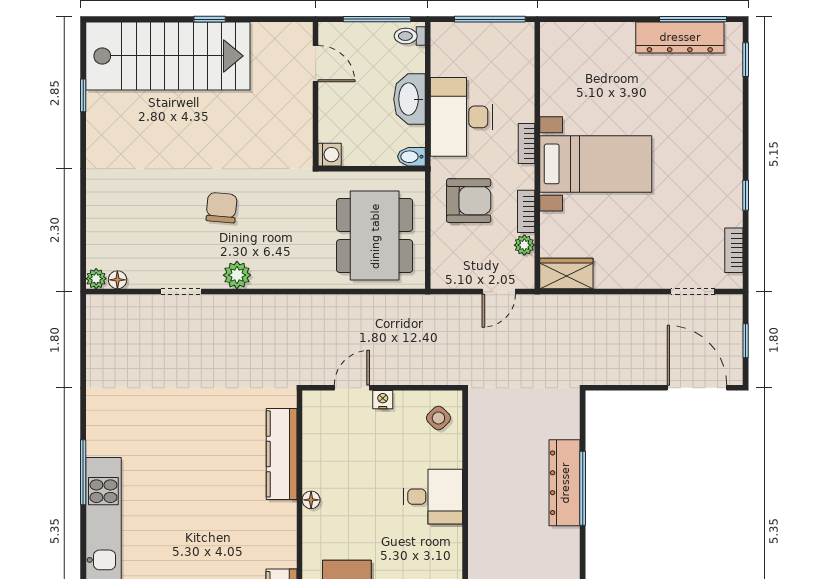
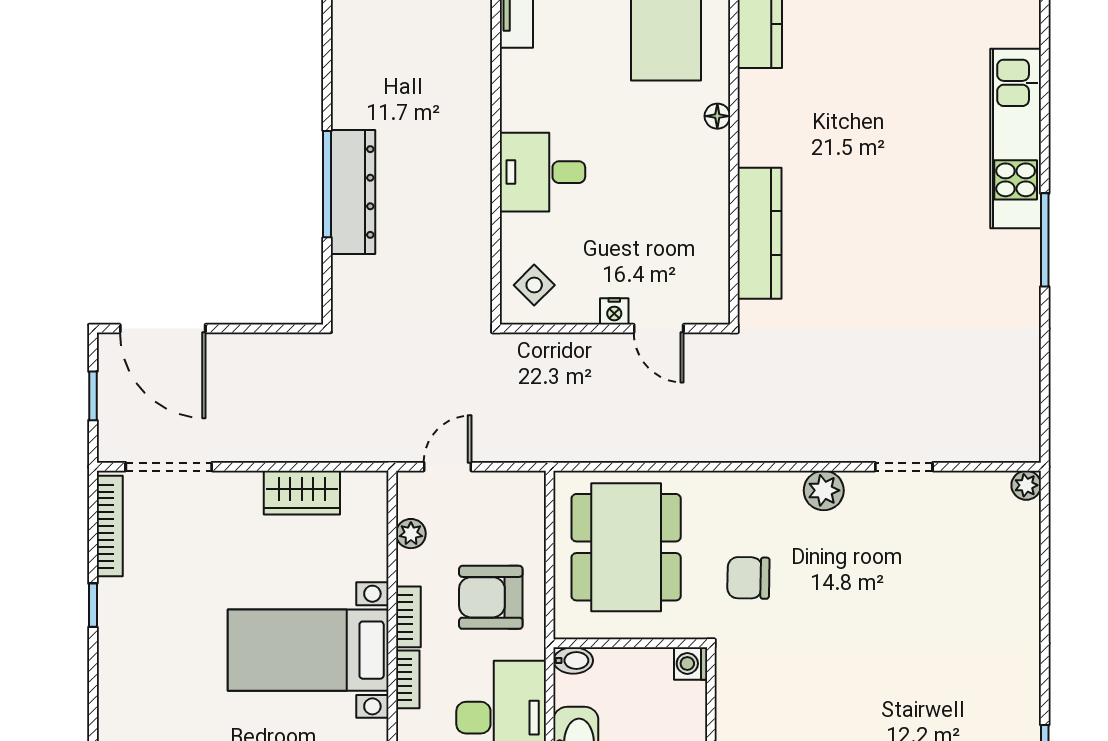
chair: (222, 208) -> (748, 578), moved, turned 86
bookcase: (526, 211) -> (408, 617), moved
bookcase: (734, 250) -> (110, 526), width x1.56
wardrobe: (566, 274) -> (302, 493), moved
floor lamp: (117, 280) -> (995, 484), removed
doorway: (693, 292) -> (169, 467), width x1.38
door: (352, 388) -> (659, 329), hinge flipped
window: (83, 472) -> (1045, 240), moved
floor lamp: (311, 500) -> (717, 116), moved

